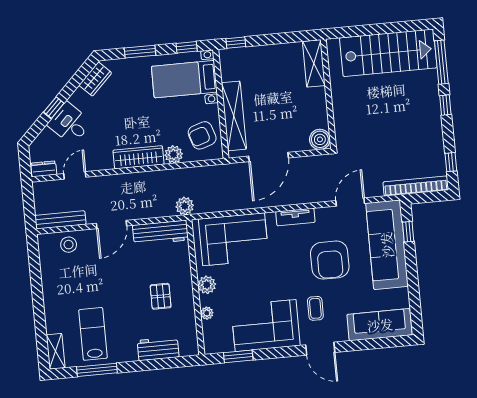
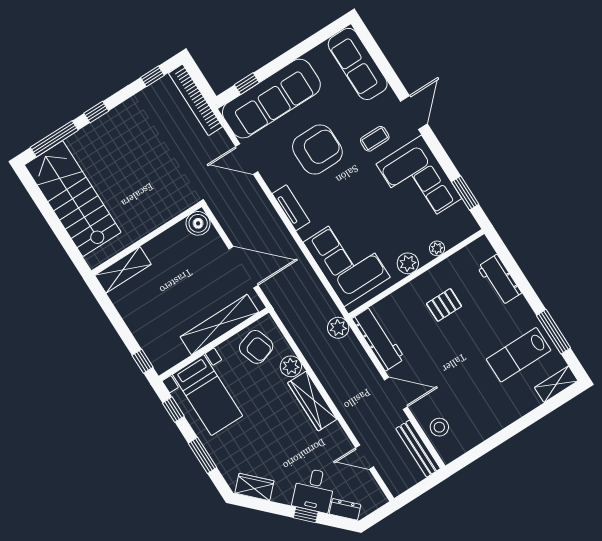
dresser: (44, 169) -> (345, 509), moved, turned 135

